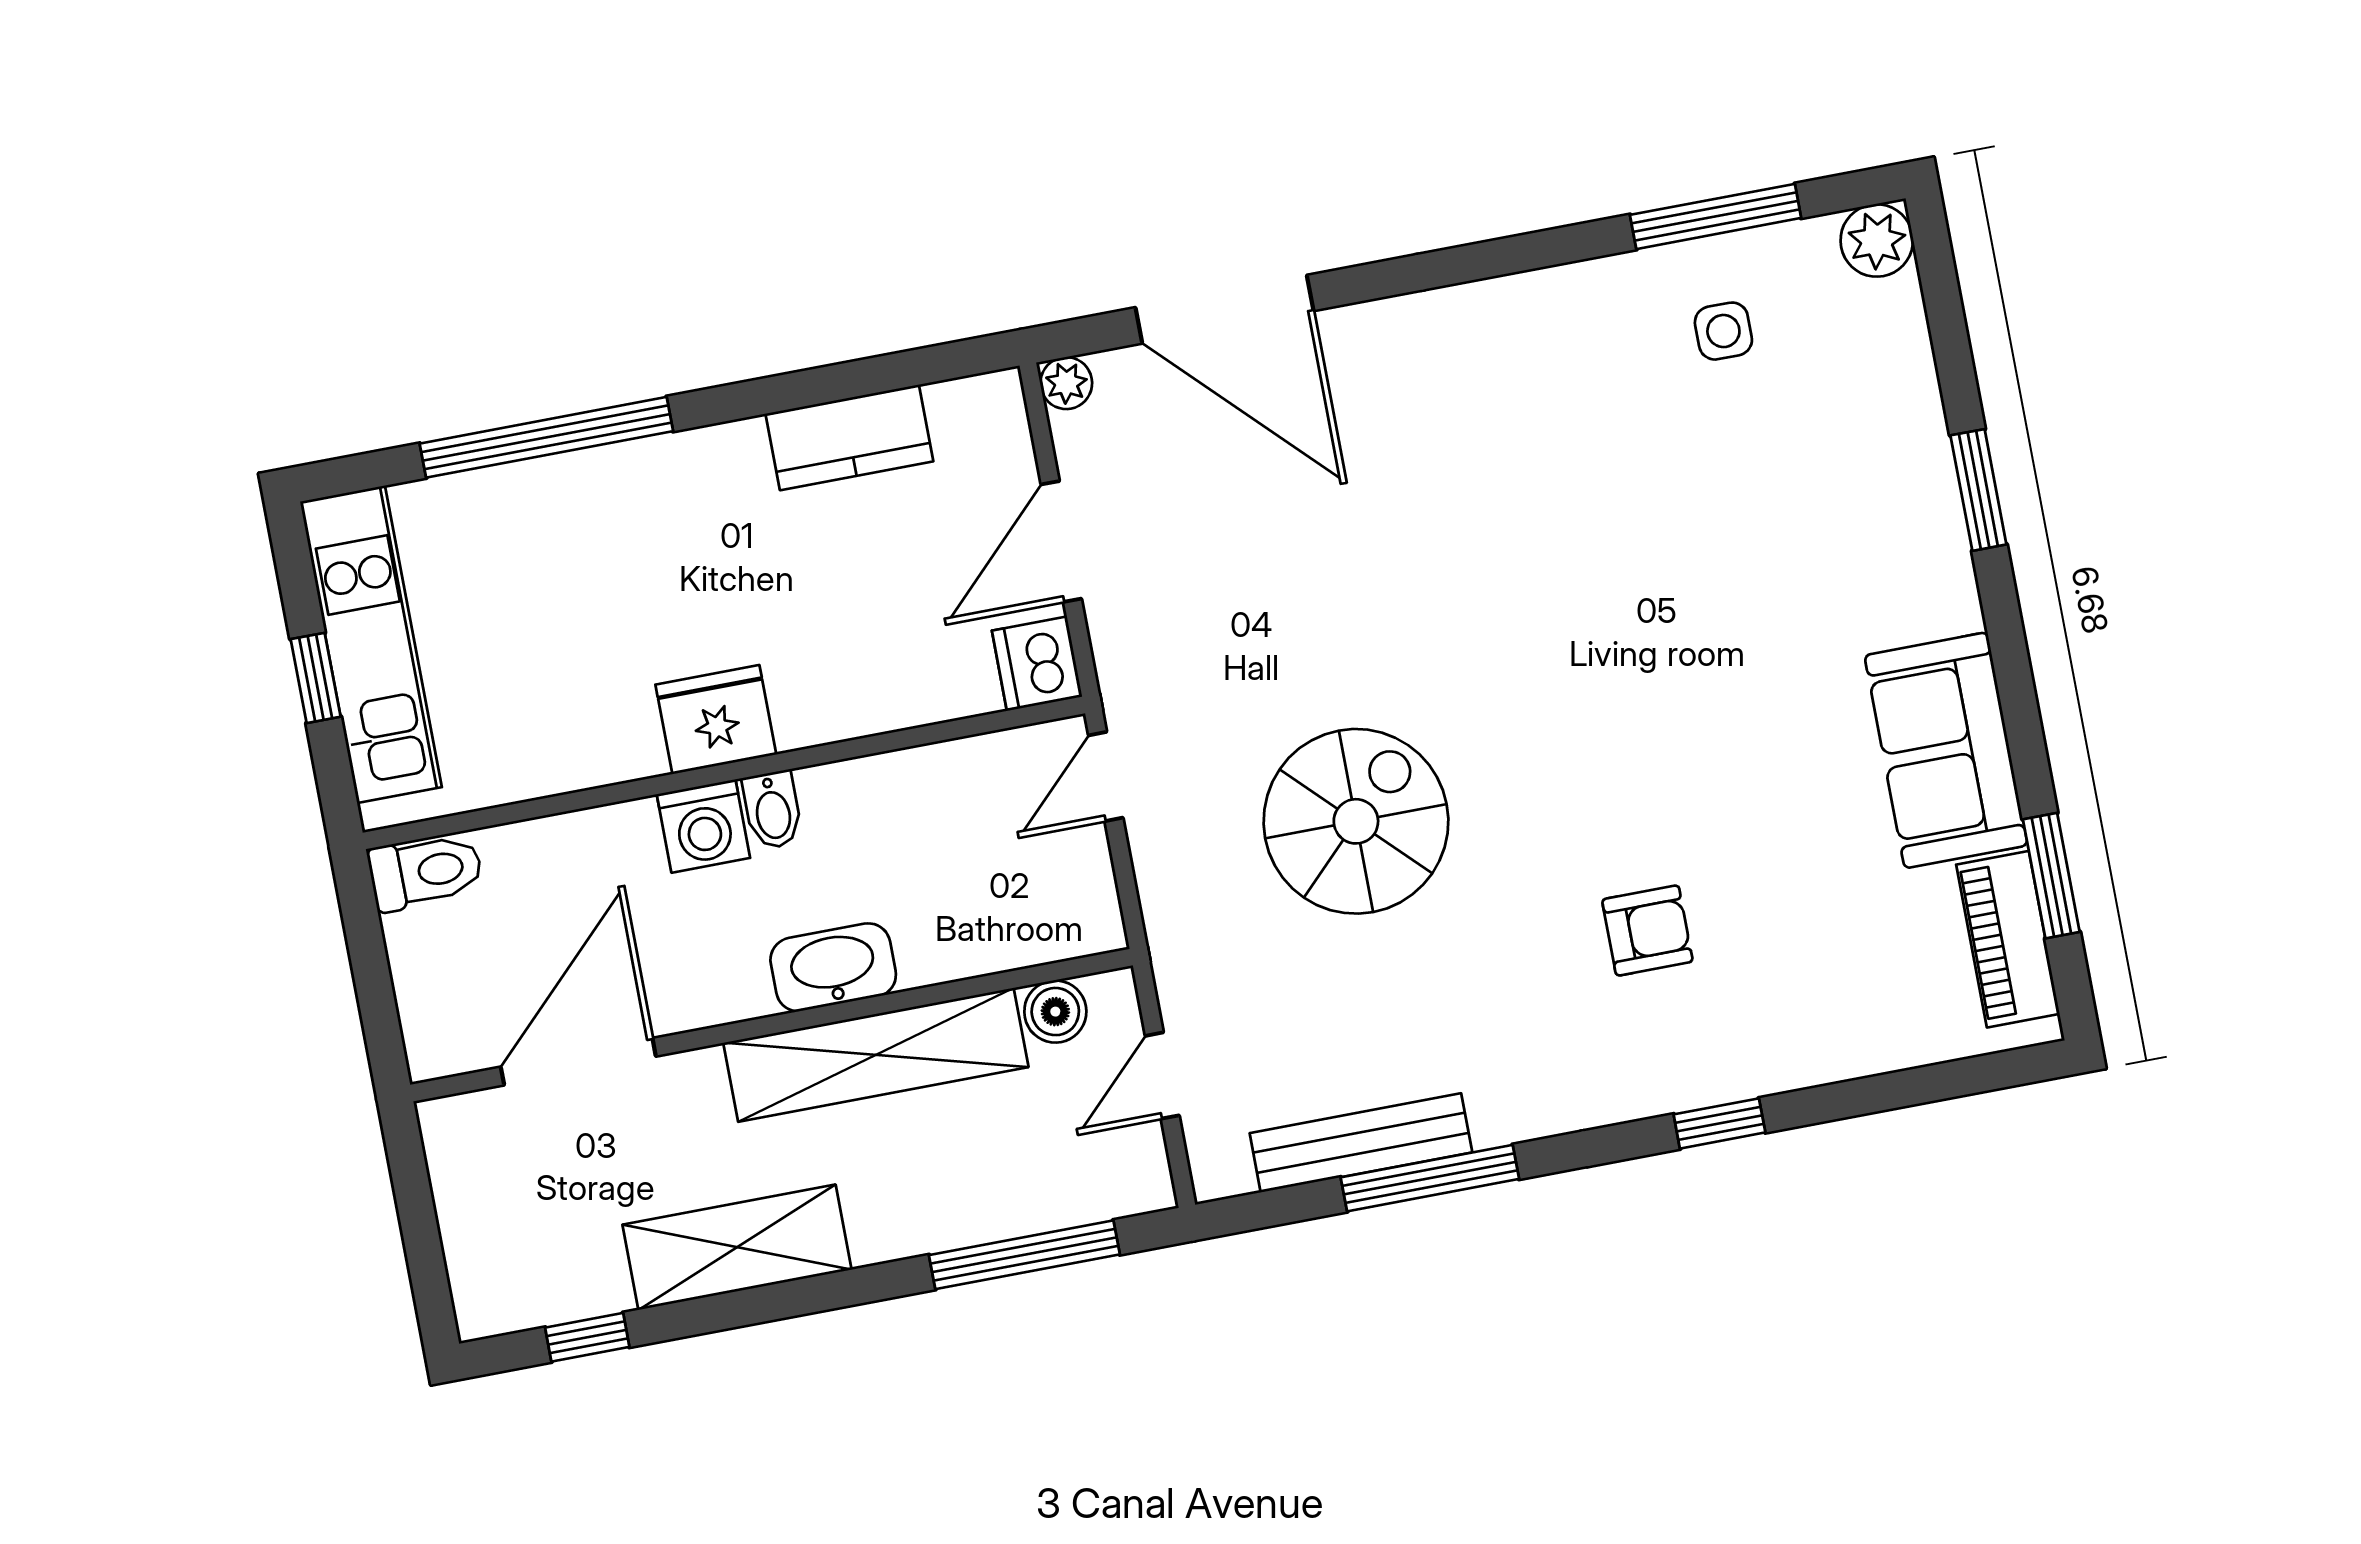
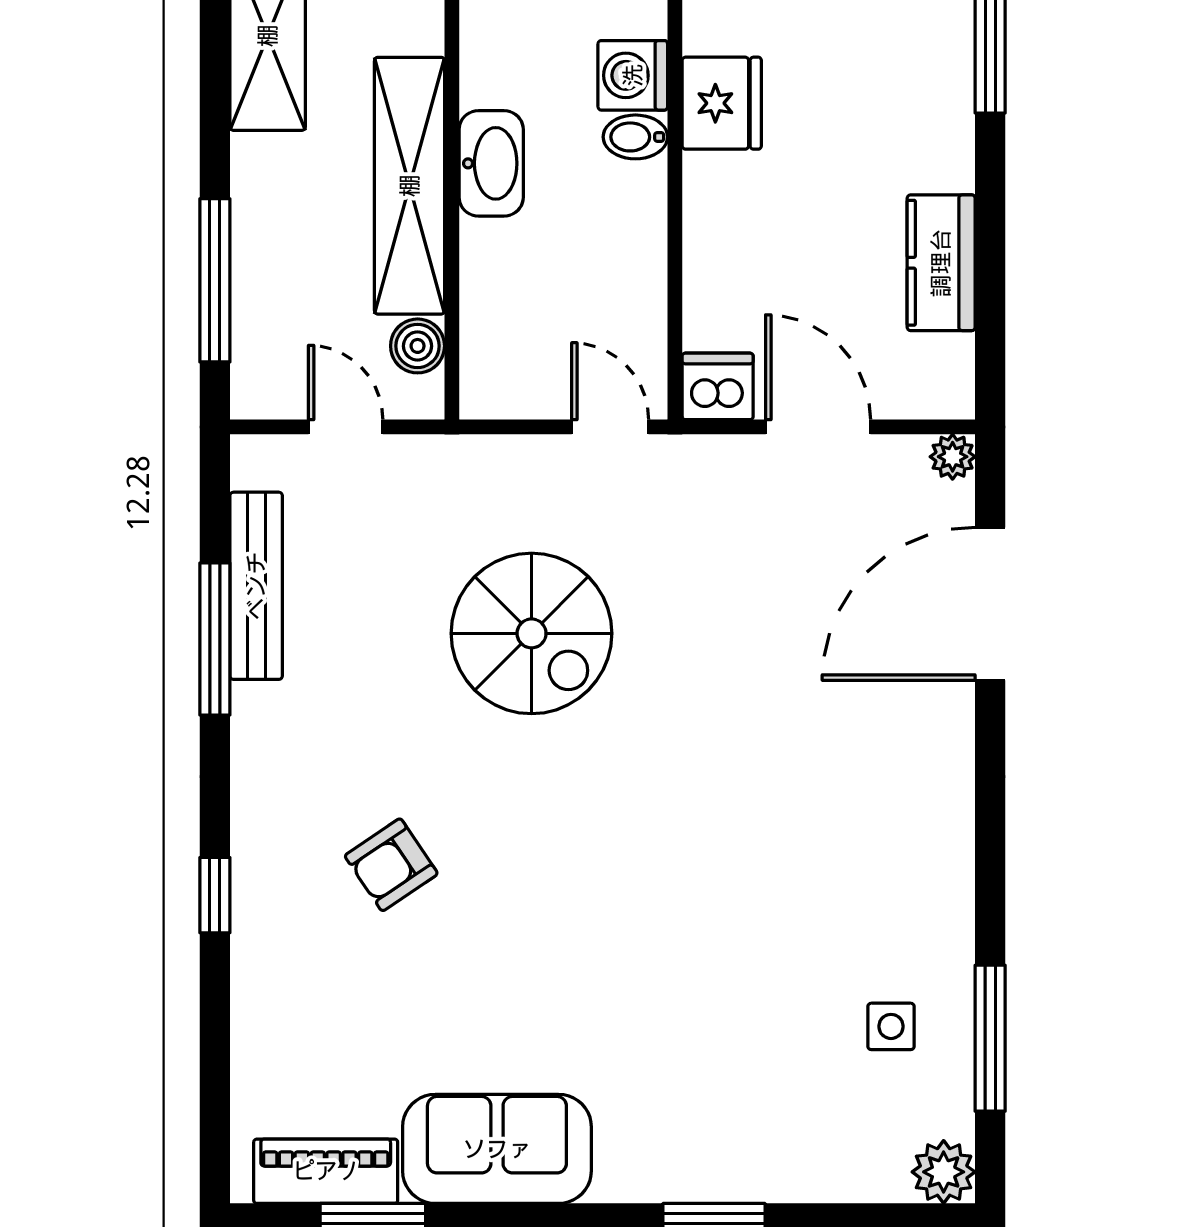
armchair: (1647, 931) -> (391, 865), turned 56

